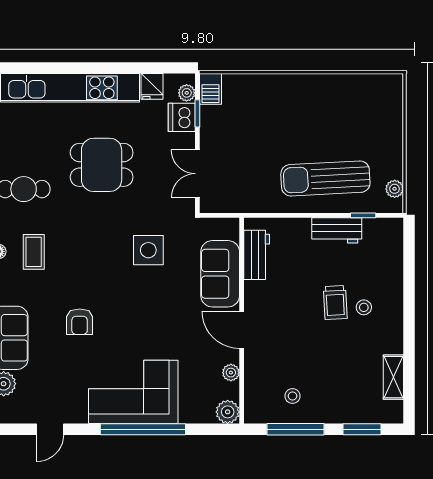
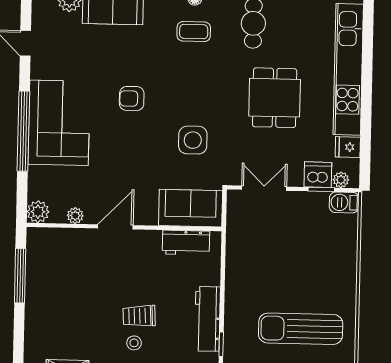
sun lounger: (325, 178) -> (301, 329), moved, turned -87
workbench: (337, 230) -> (207, 319), width x1.38
sofa: (220, 274) -> (191, 208), moved
armchair: (80, 322) -> (132, 99), moved
stool: (292, 396) -> (52, 273), removed
window: (362, 429) -> (19, 339), removed

